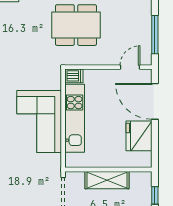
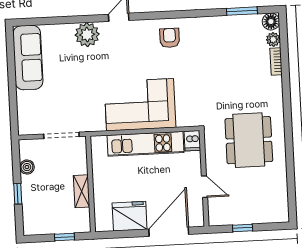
window: (155, 35) -> (243, 228), width x0.46
door: (130, 67) -> (204, 187), moved
shelving: (107, 180) -> (82, 191), width x0.67, depth x0.75

